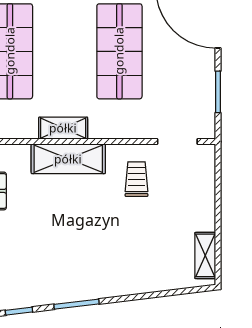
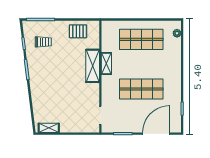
trolley: (136, 179) -> (43, 42), moved

